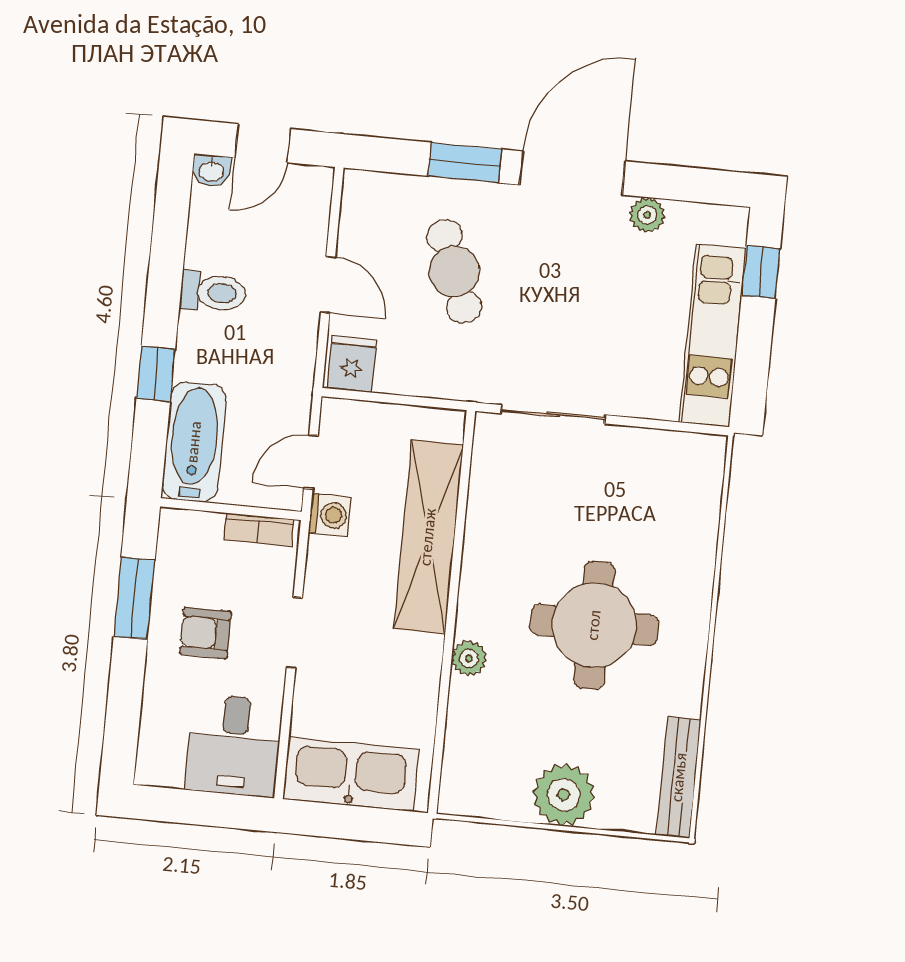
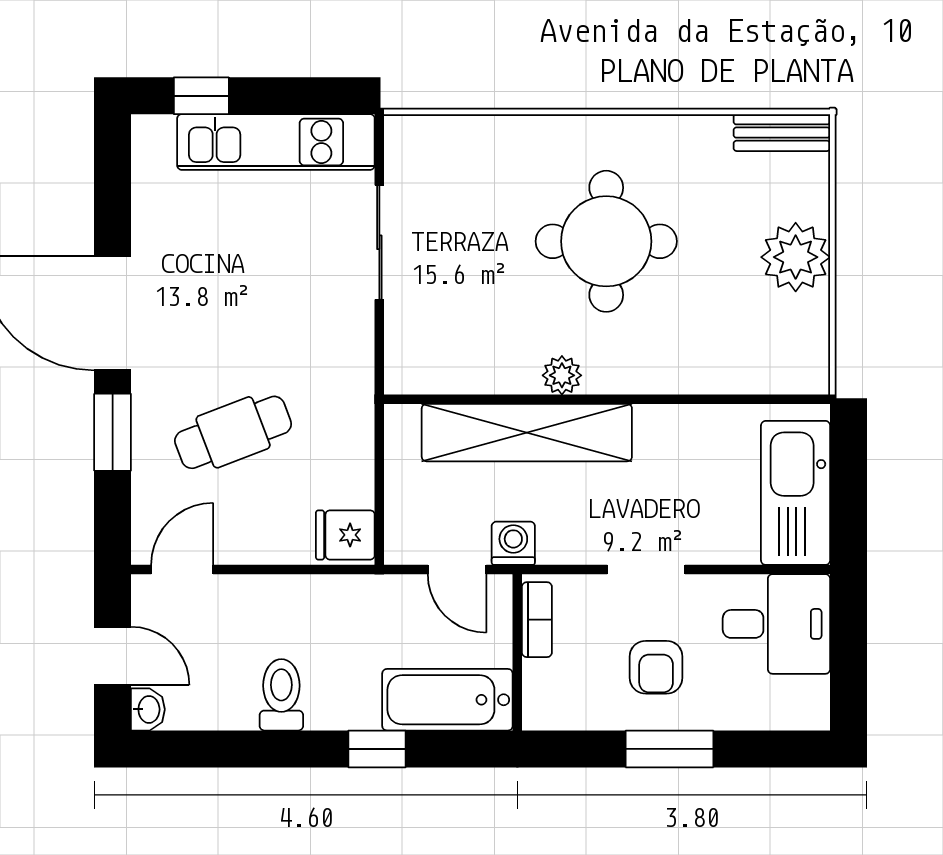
plant: (647, 215) -> (151, 227), removed
door: (328, 285) -> (182, 570), moved
sliding door: (553, 414) -> (379, 242), moved
window: (134, 598) -> (669, 749), moved
plant: (469, 658) -> (562, 375), moved
bench: (679, 777) -> (782, 133), width x0.73

